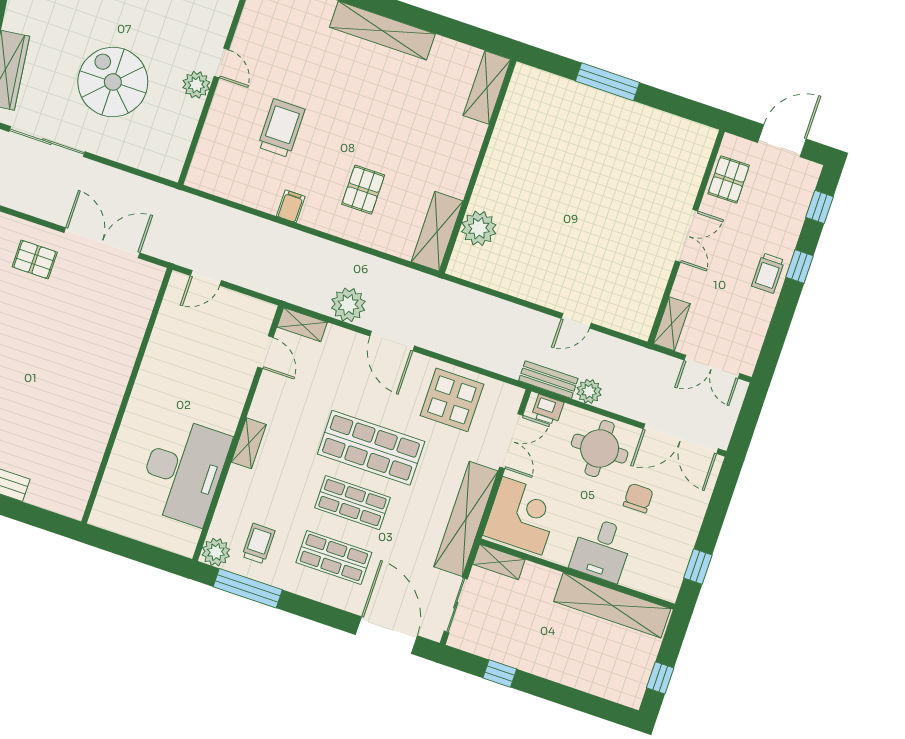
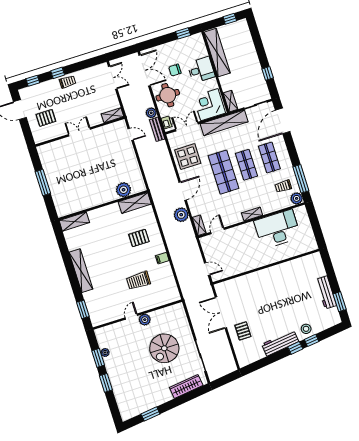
double door: (687, 236) -> (79, 132), moved
wall: (686, 237) -> (80, 132), moved
shelving: (672, 324) -> (112, 115), moved

